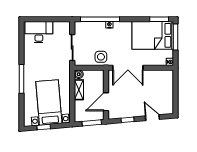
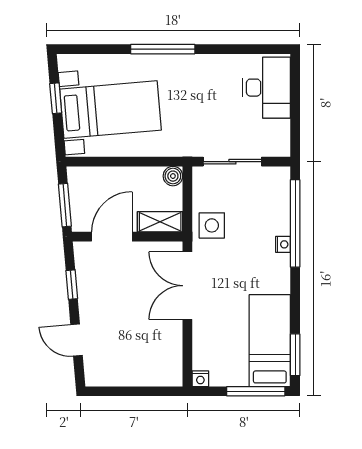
bed: (153, 35) -> (270, 341), width x0.67
shelving: (79, 90) -> (160, 222), moved
door: (106, 102) -> (112, 237), hinge flipped
door: (152, 118) -> (76, 340), swing flipped

